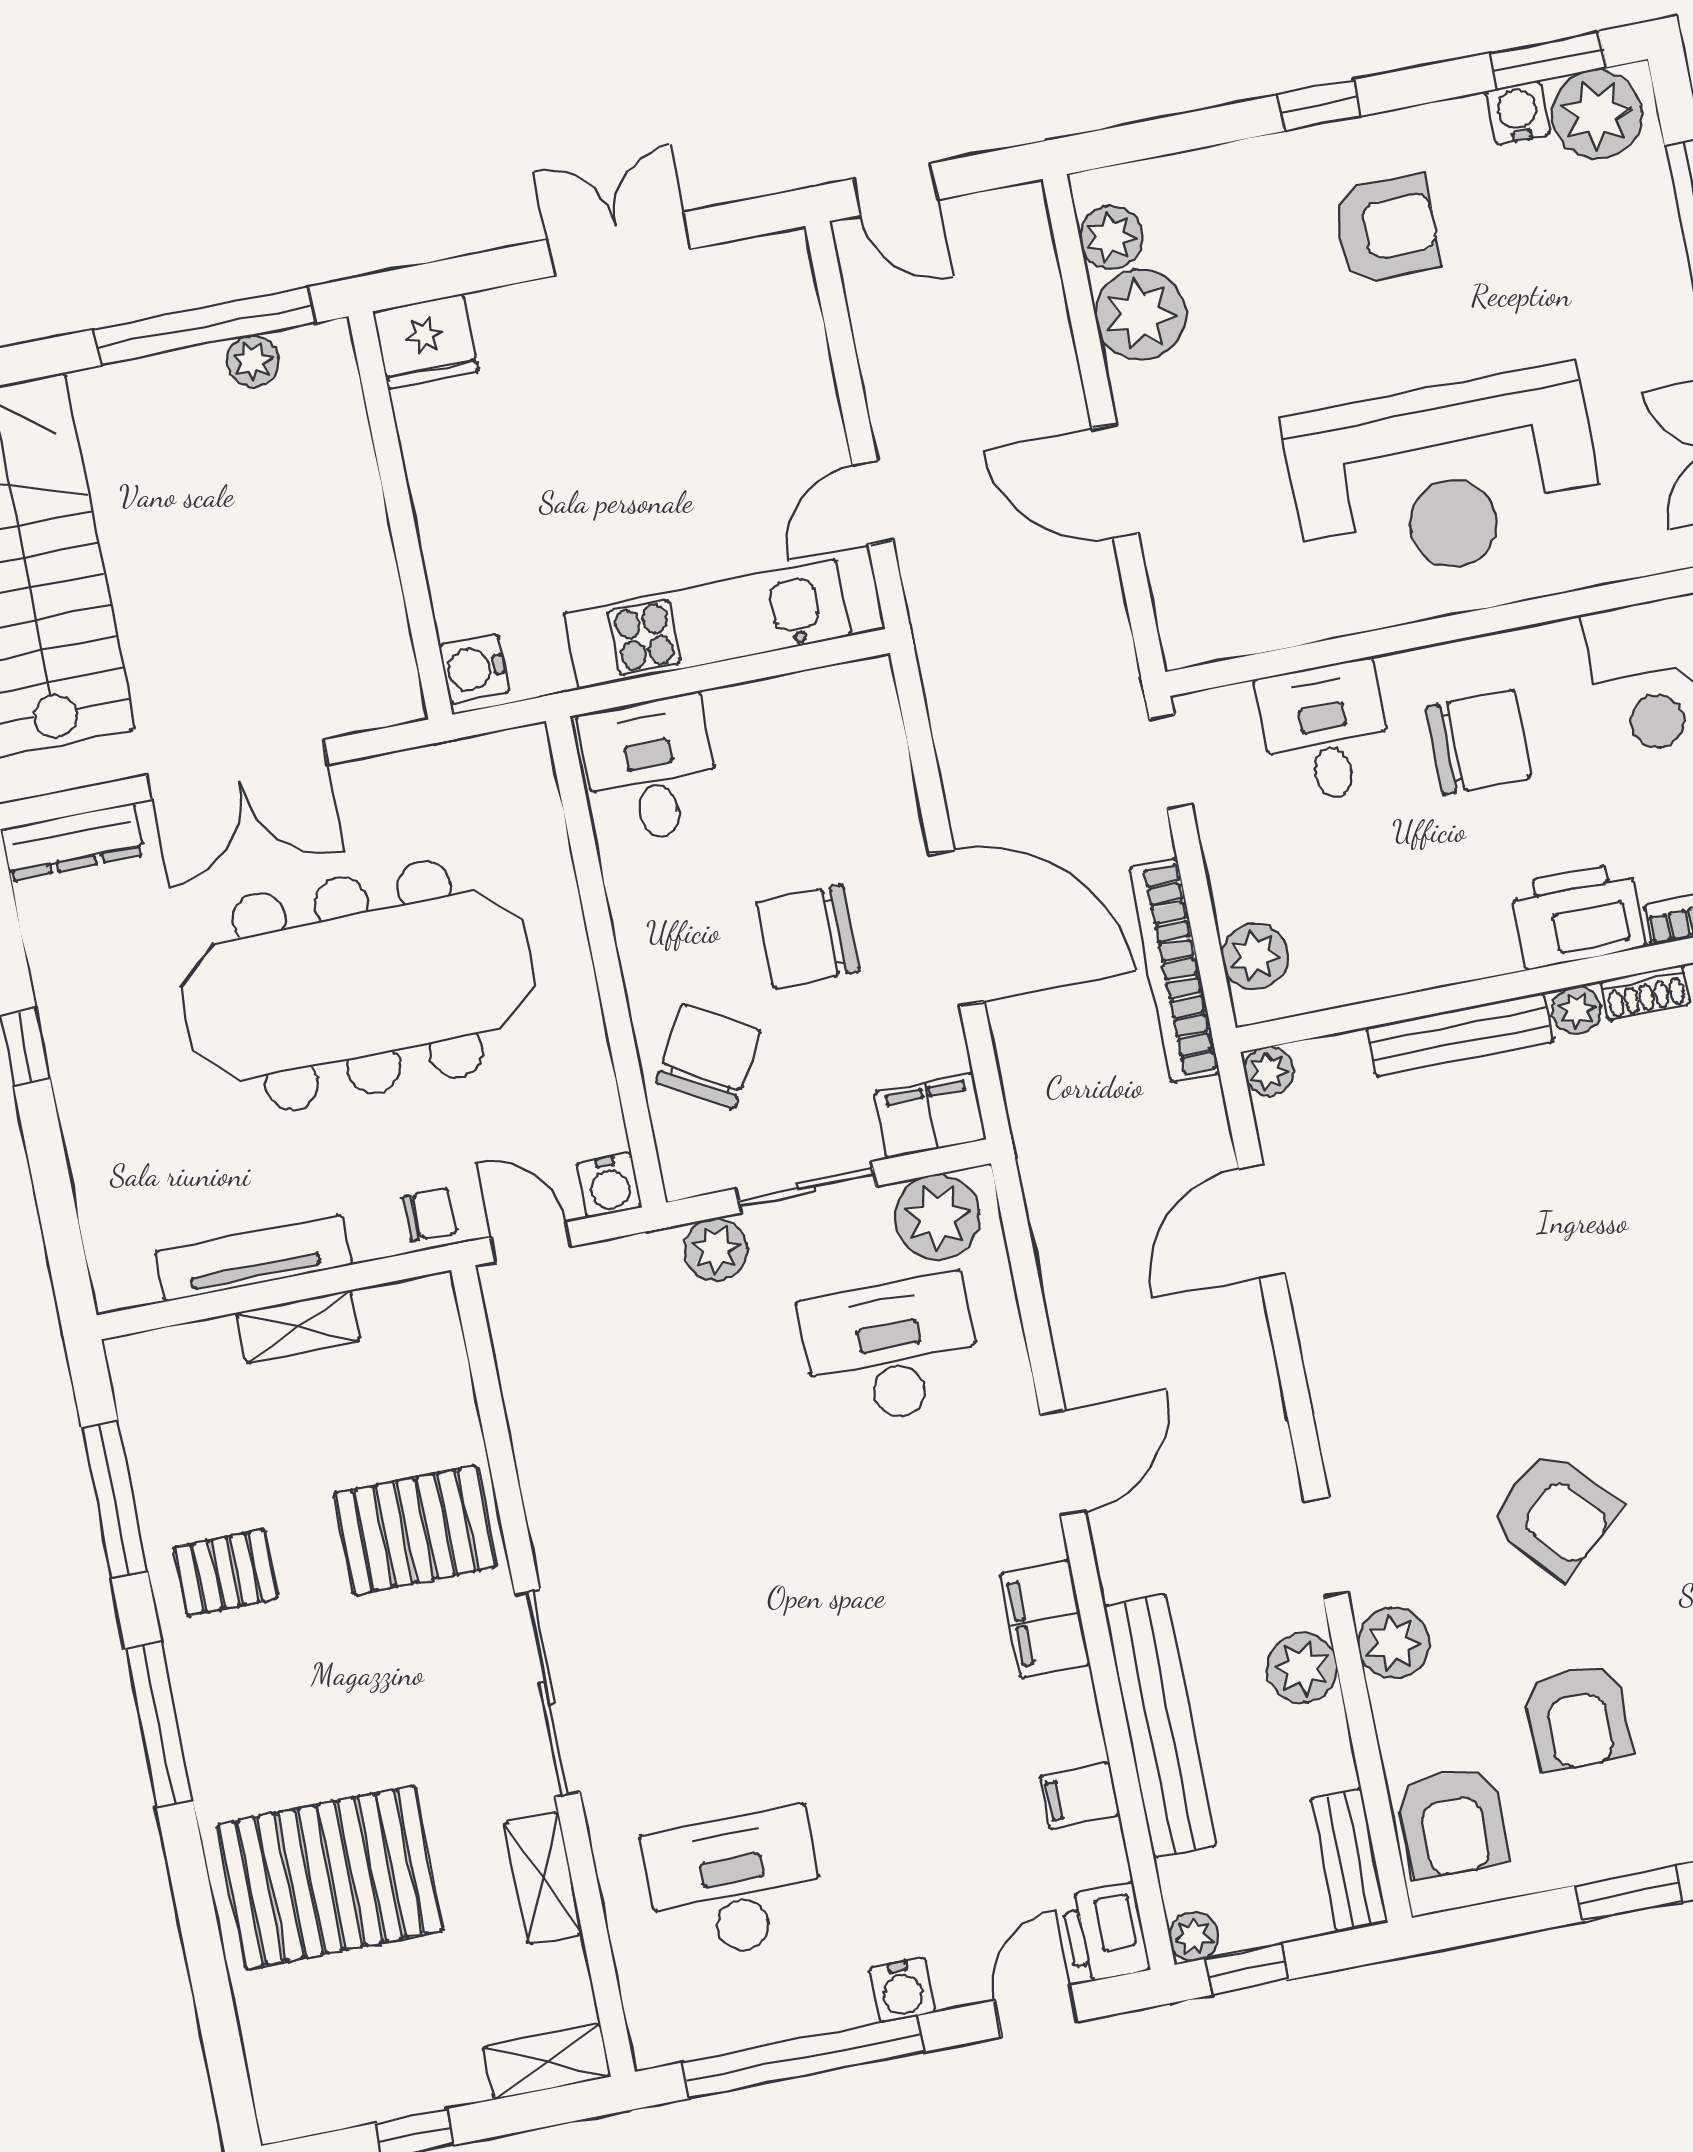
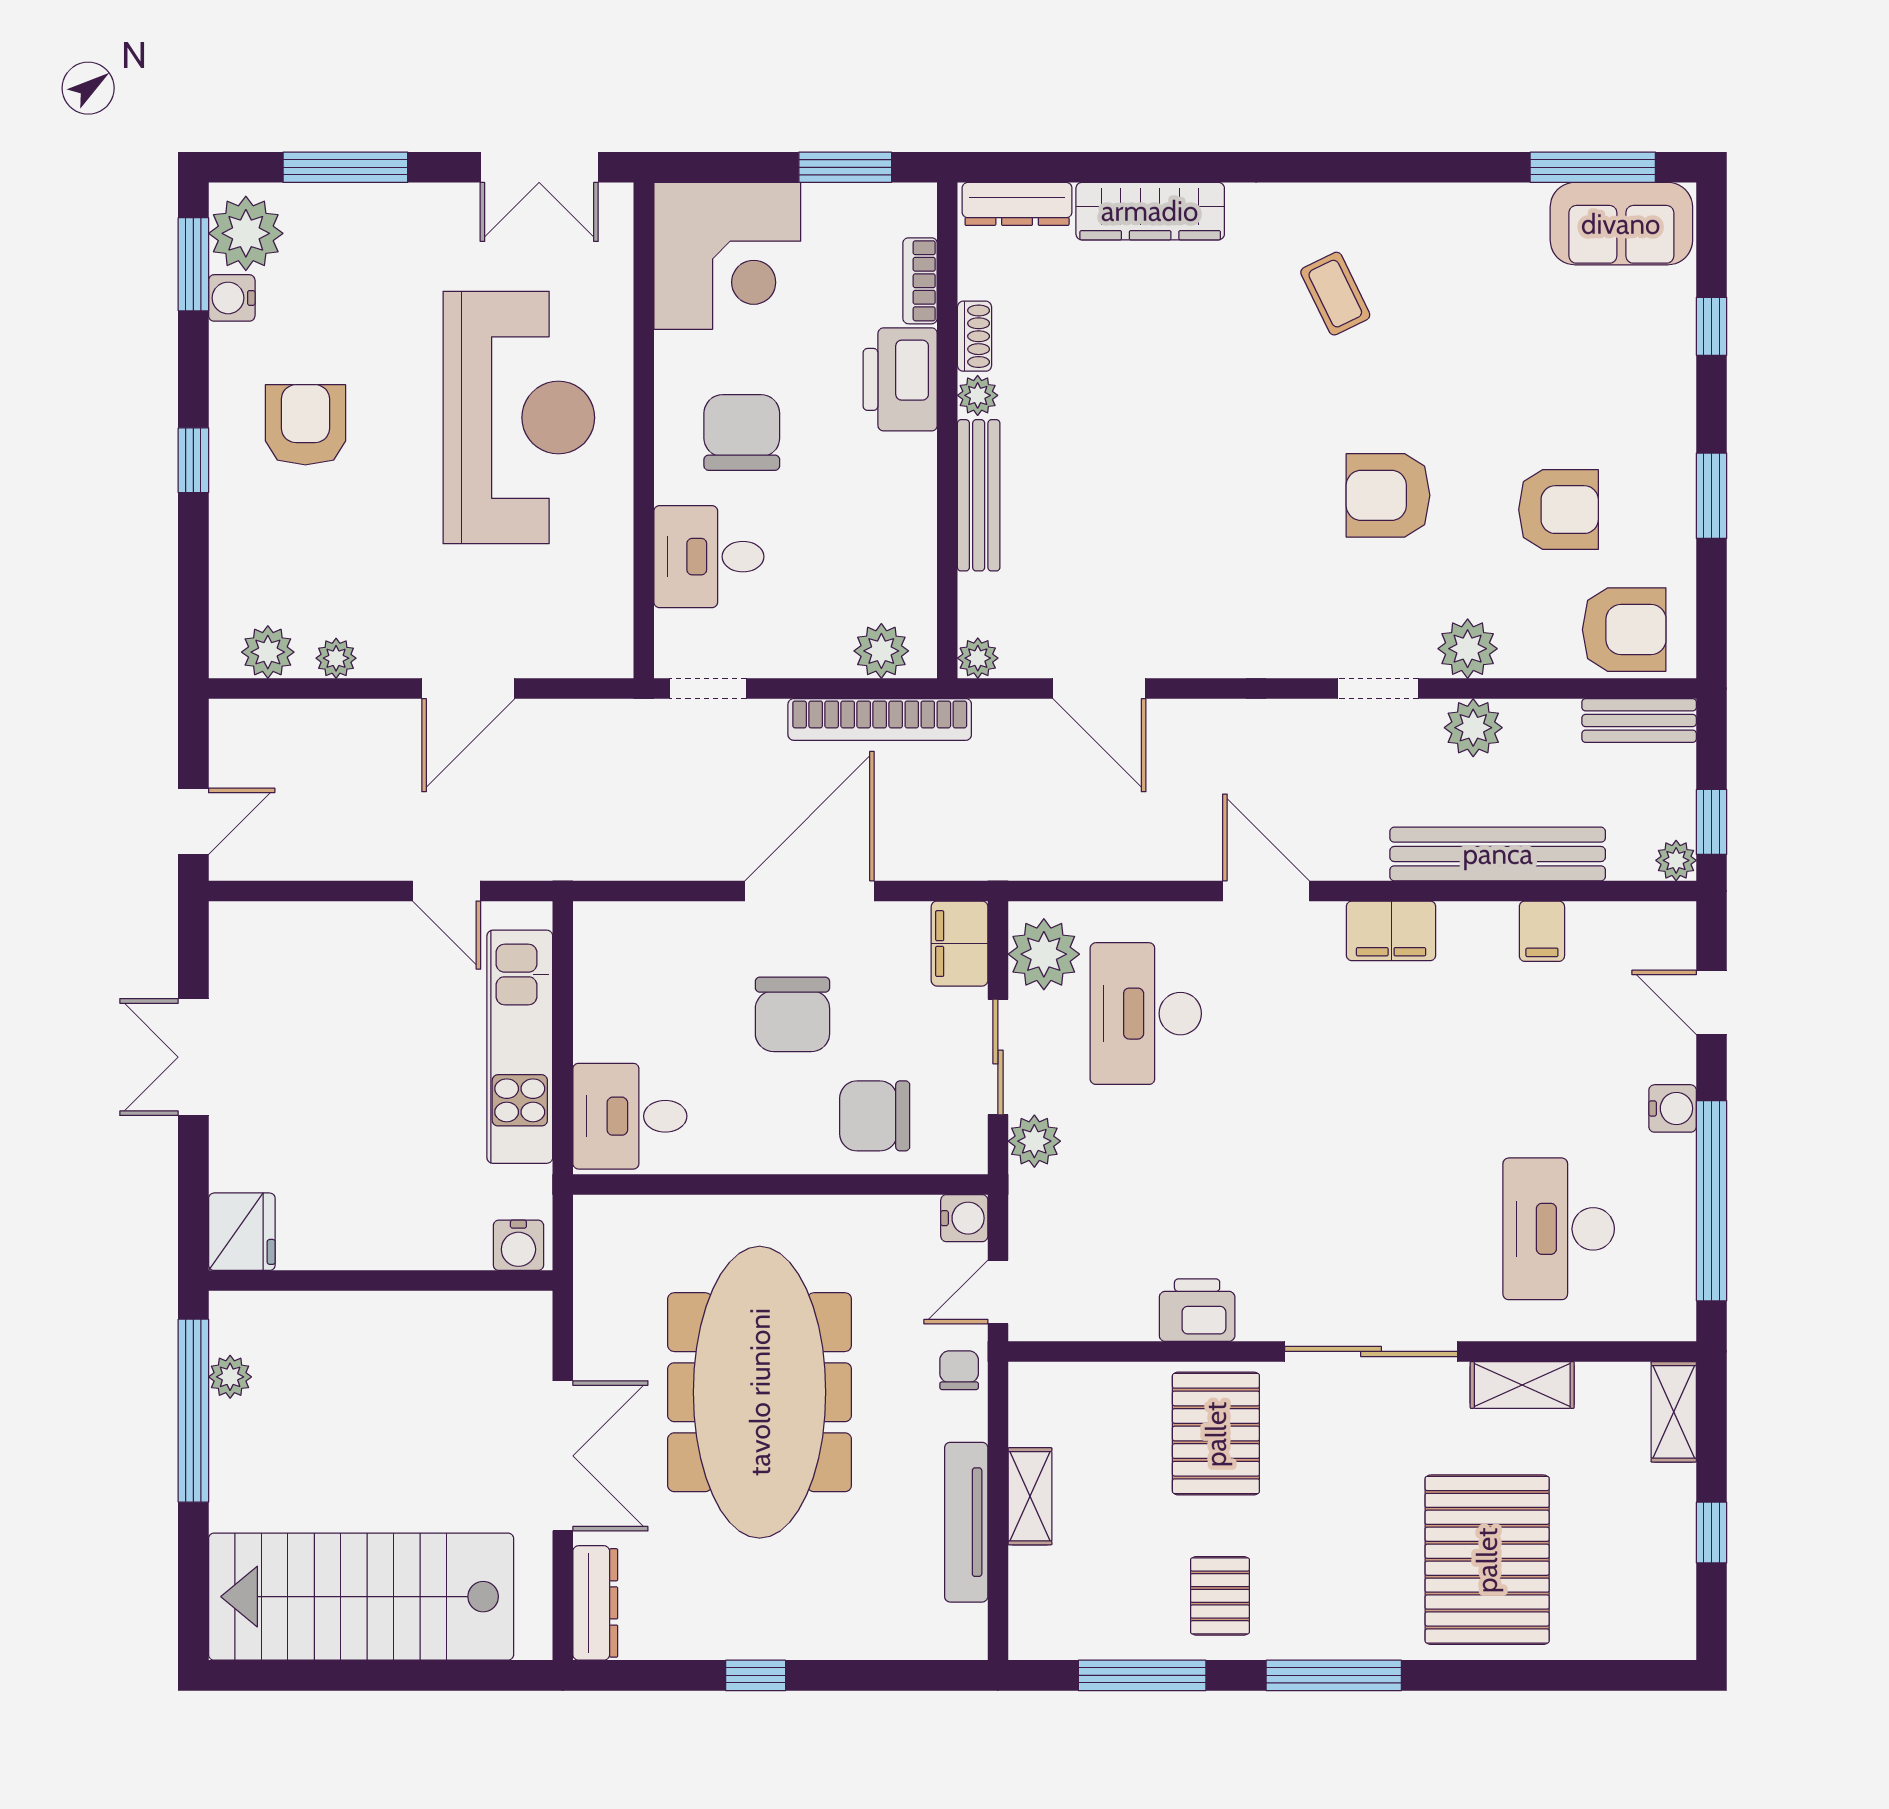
plant: (1140, 315) -> (336, 658), width x0.53, depth x0.53
chair: (708, 1056) -> (875, 1116), turned -30
armchair: (1555, 1514) -> (1388, 495), turned -138
printer: (1105, 1933) -> (1197, 1310), moved, turned 180

